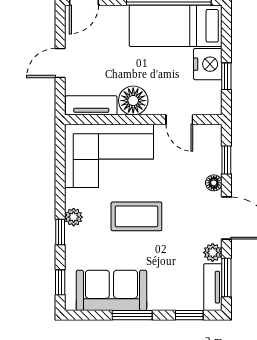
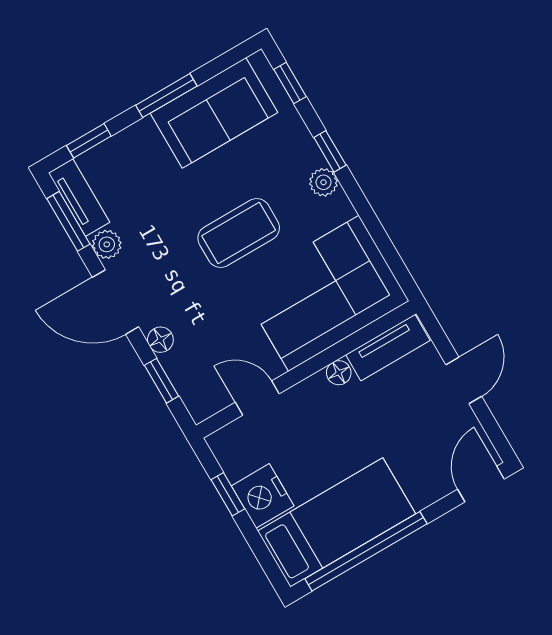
floor lamp: (133, 101) -> (339, 373), width x0.53, depth x0.53

